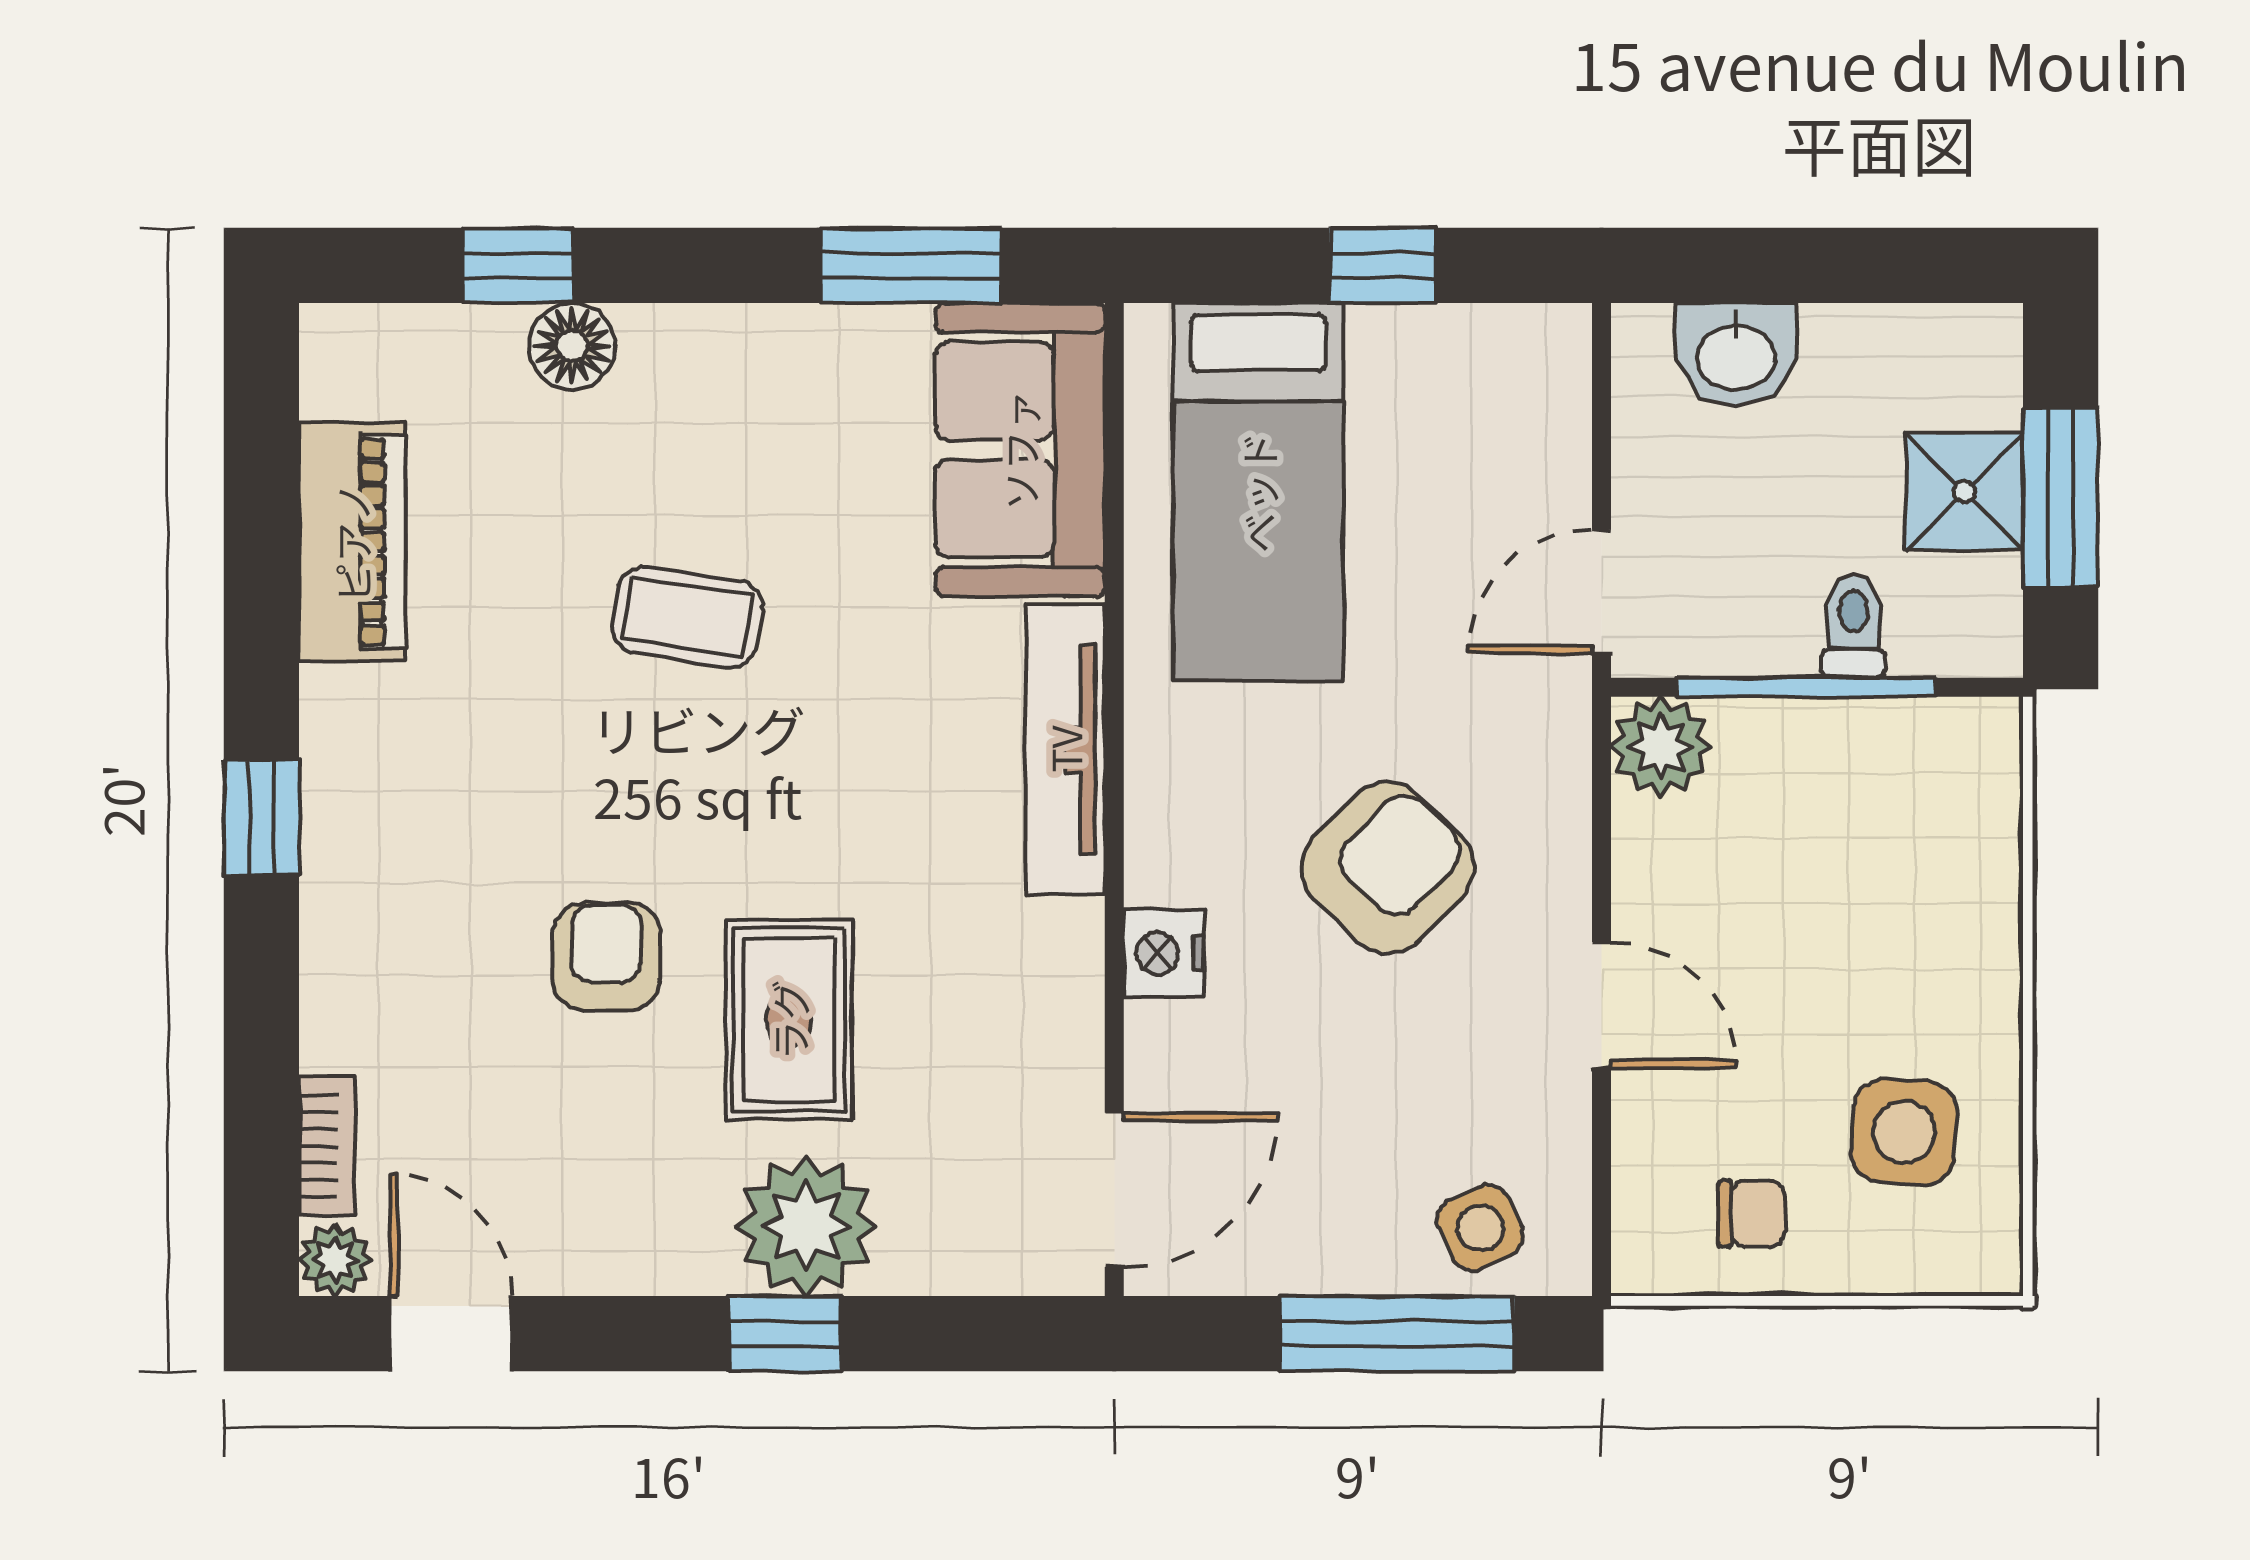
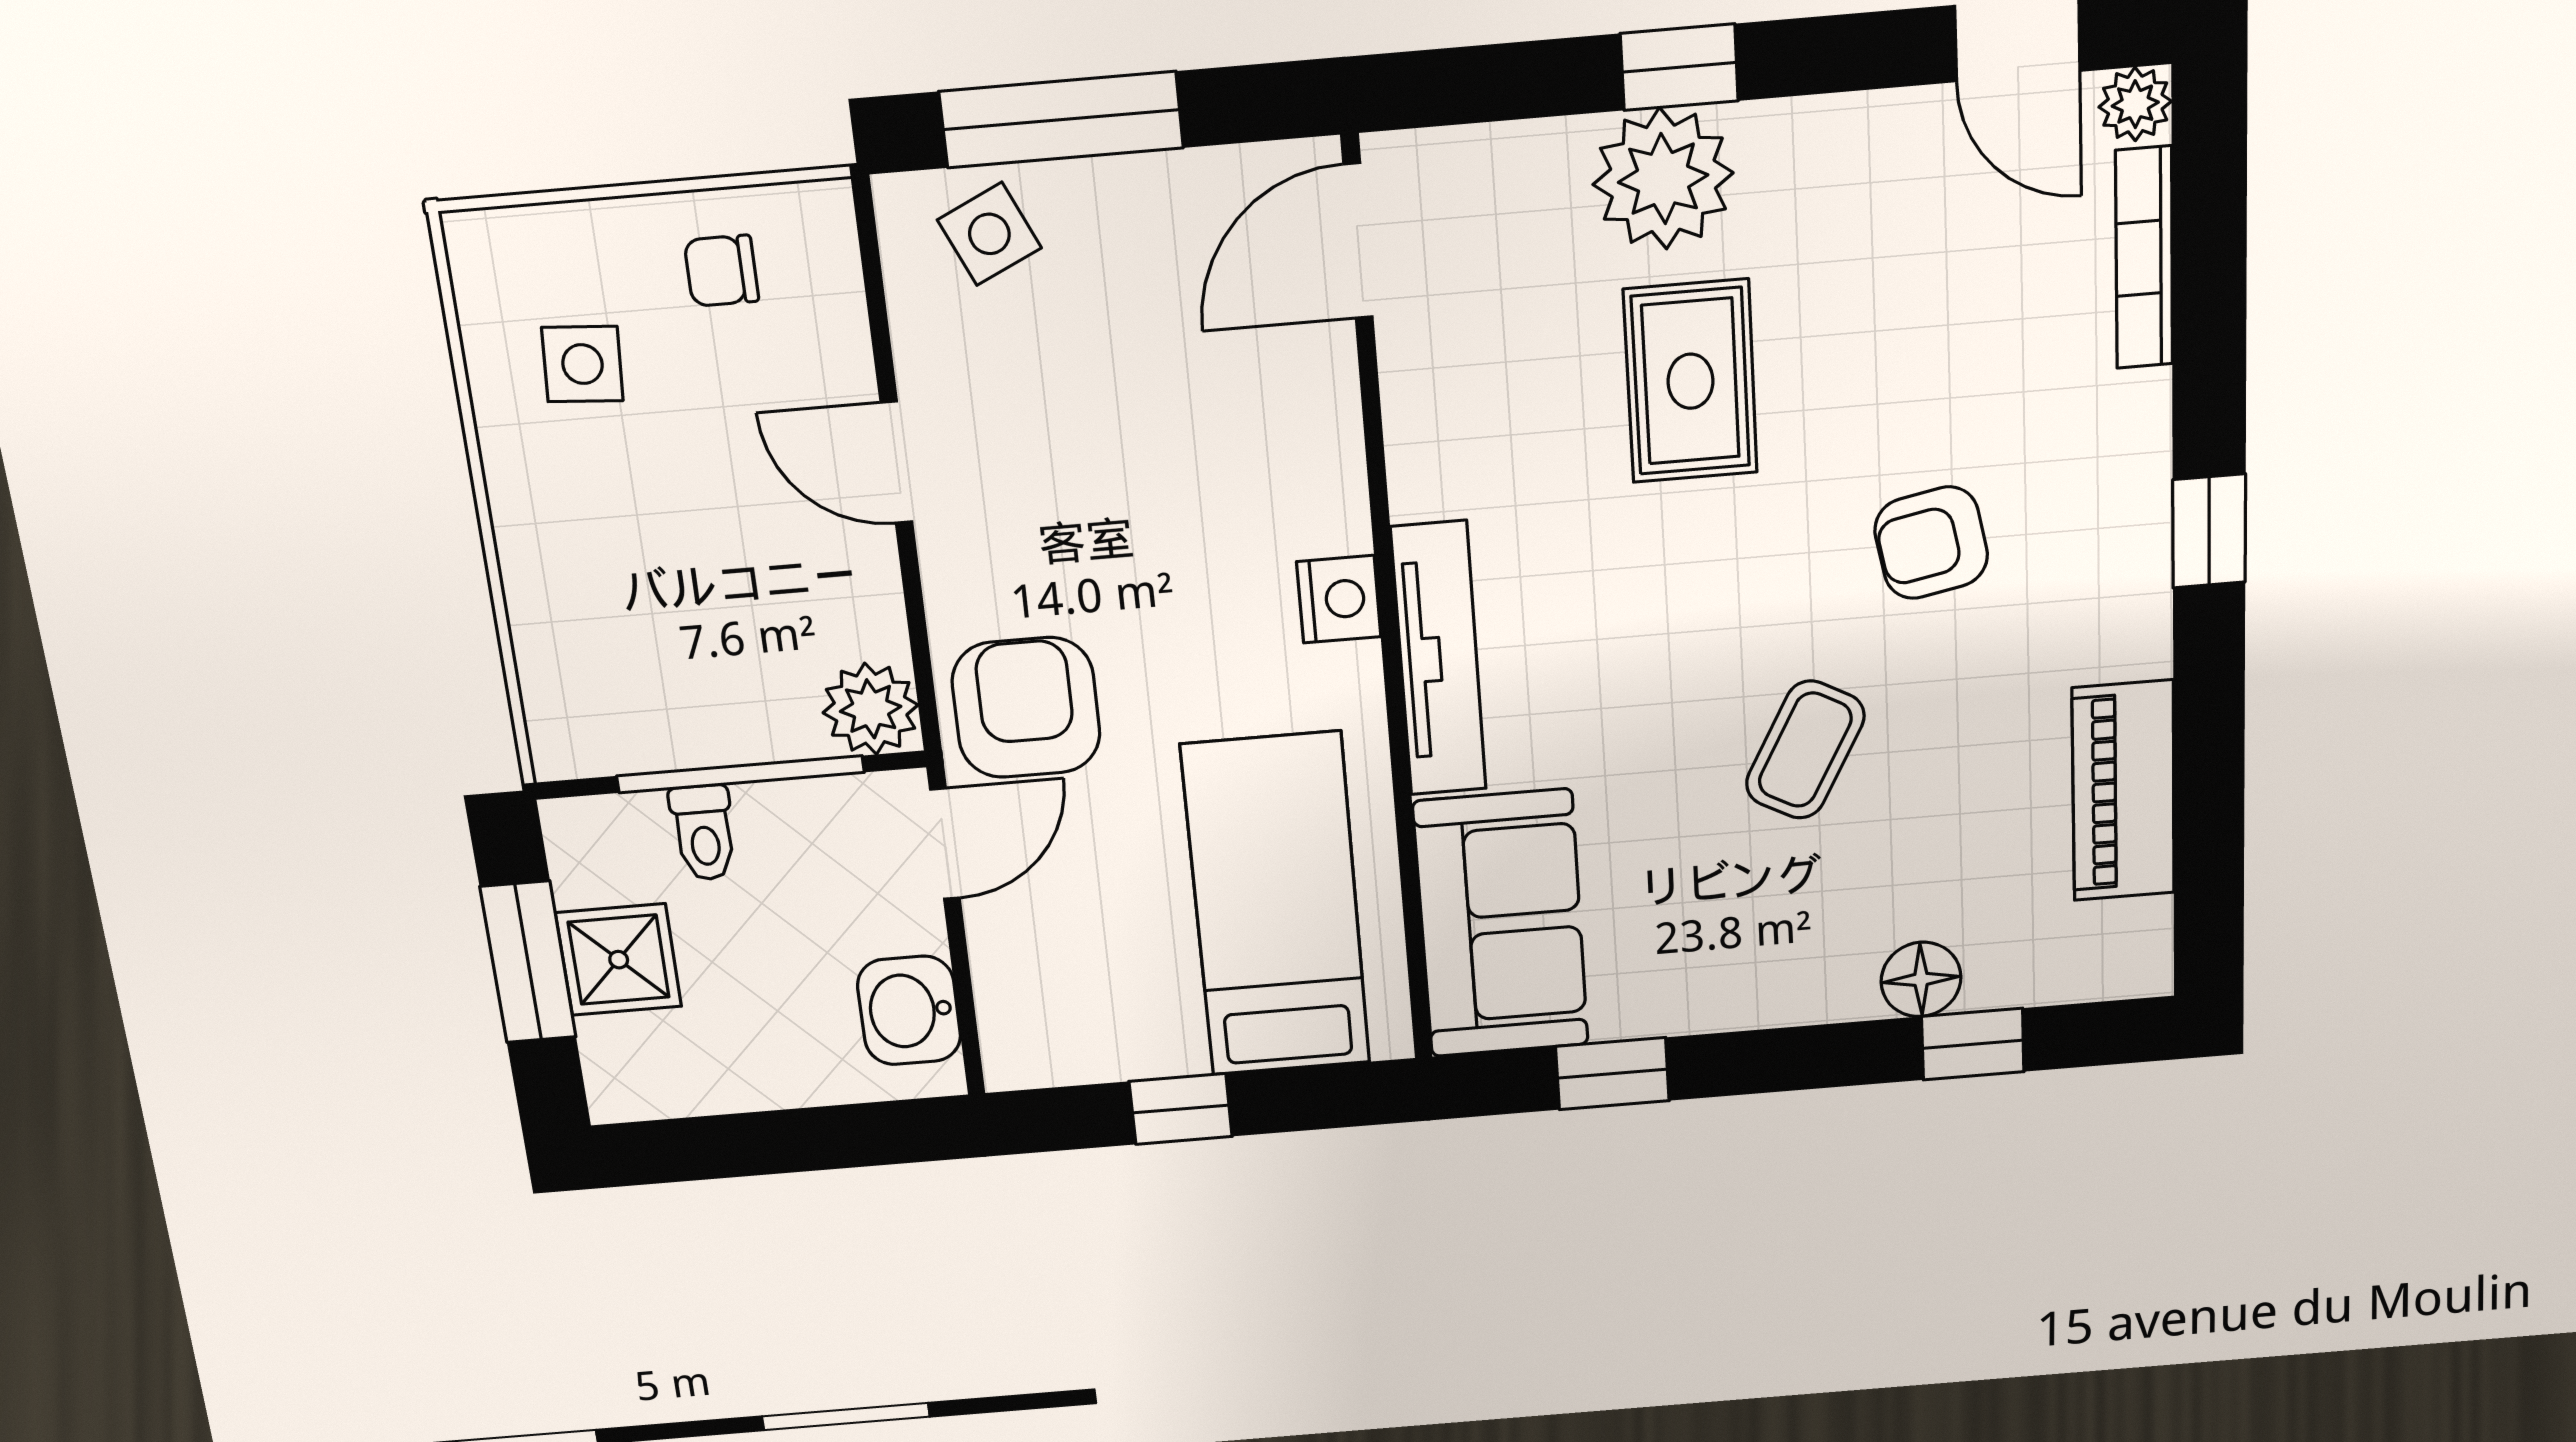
window: (911, 265) -> (1612, 1074), width x0.67
washbasin: (1736, 355) -> (909, 1010), moved, turned -90
coffee table: (687, 617) -> (1805, 750), turned -71
armchair: (1388, 868) -> (1026, 708), moved, turned 136
nightstand: (1164, 953) -> (1339, 599), moved
armchair: (606, 957) -> (1931, 543), moved, turned 79
side table: (1904, 1132) -> (582, 364), width x0.73, depth x0.73
bookcase: (327, 1146) -> (2144, 258), width x1.56

